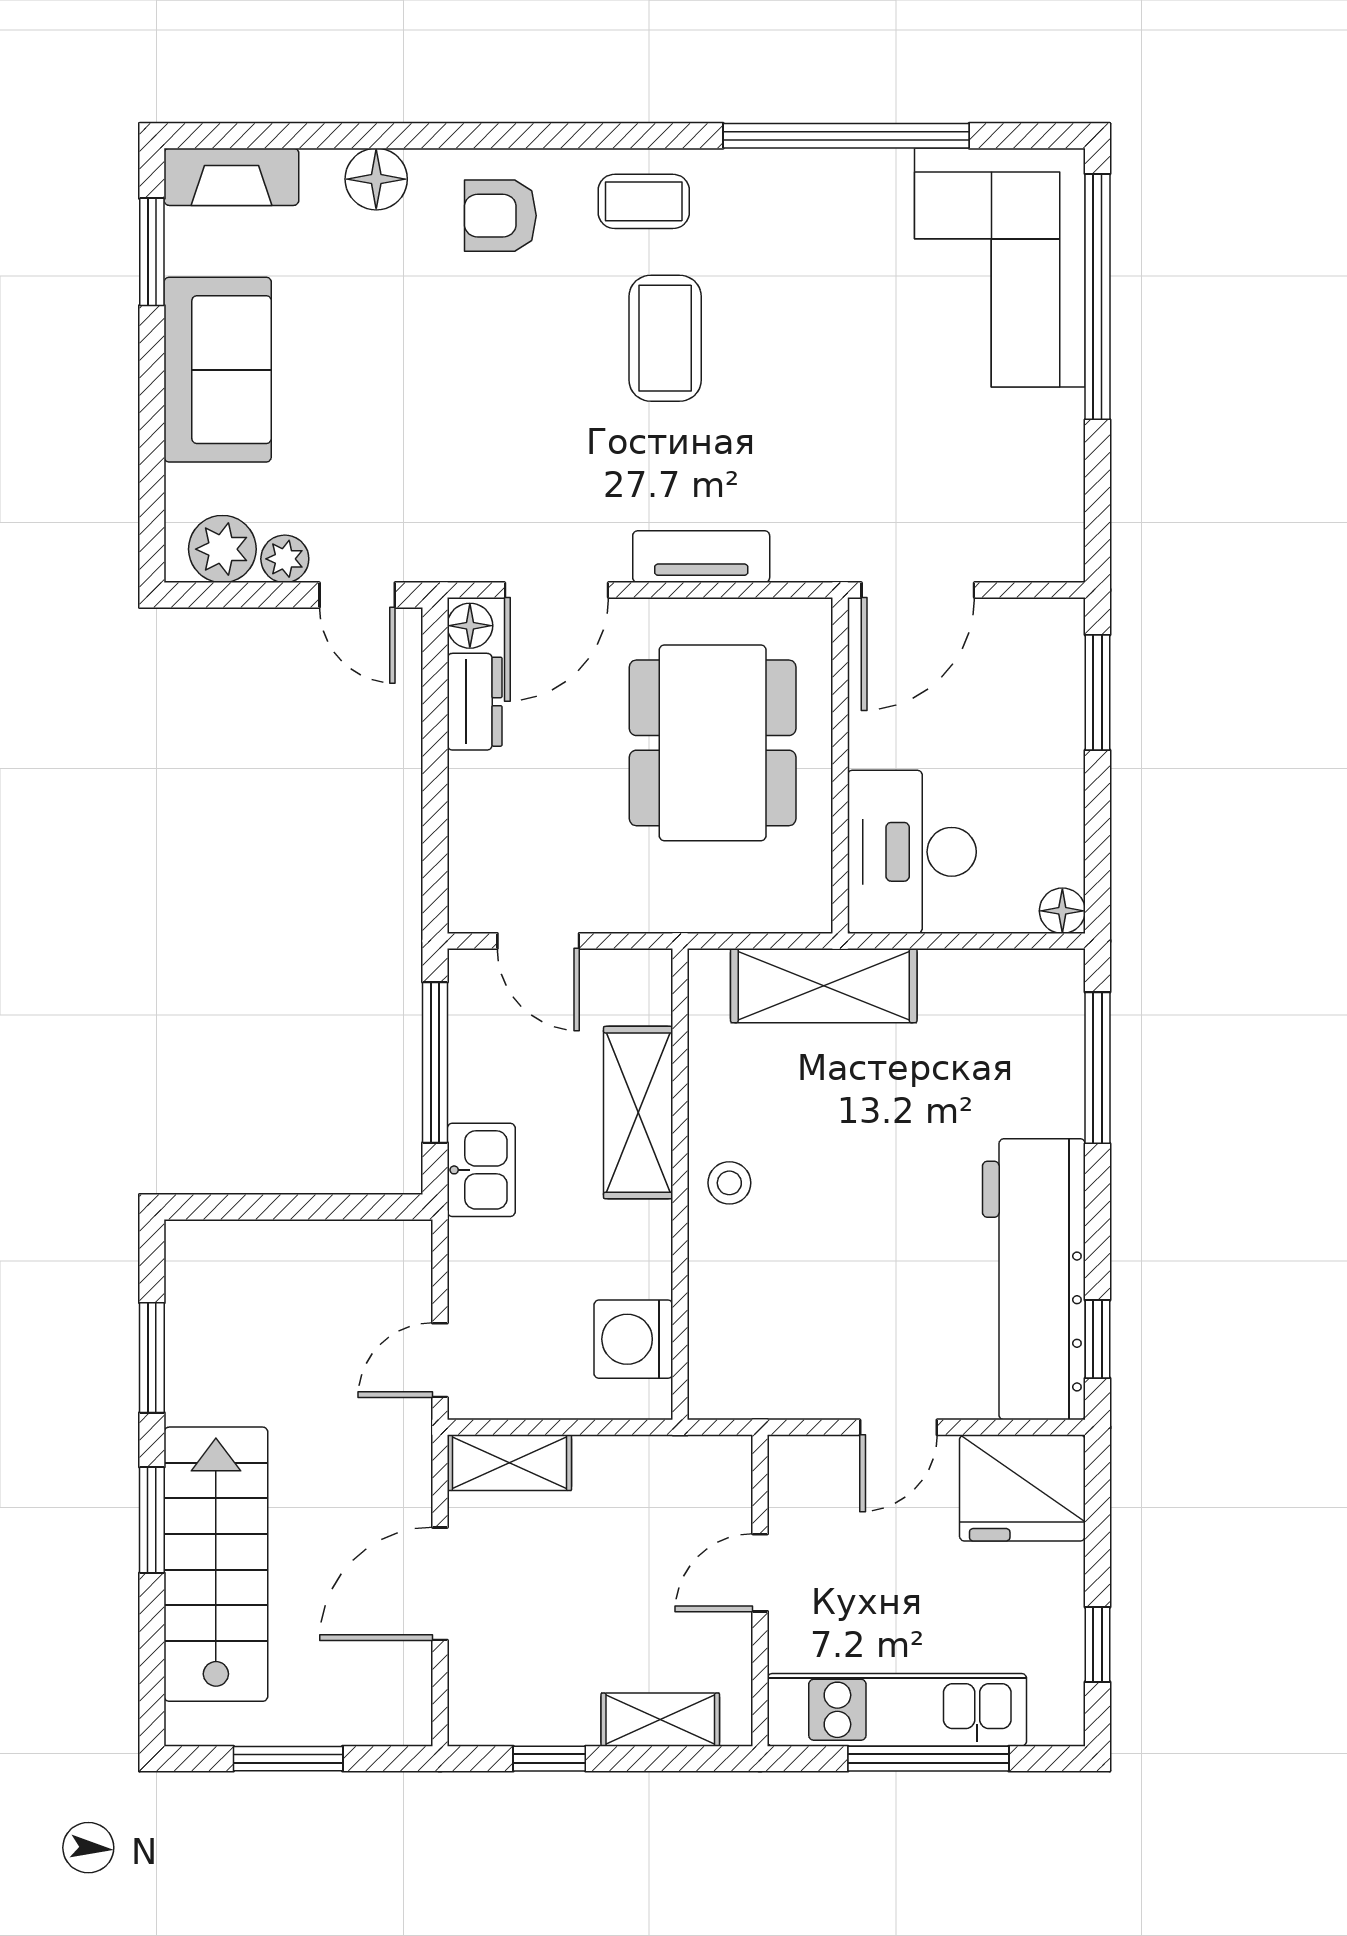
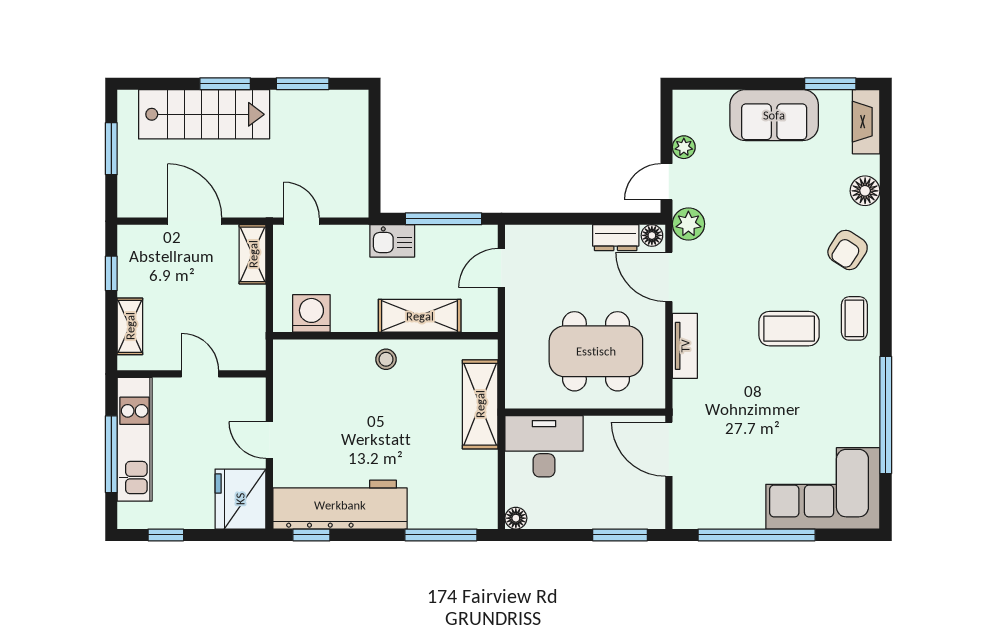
armchair: (500, 216) -> (848, 250), turned -147
window: (1097, 297) -> (757, 535), moved
plant: (222, 549) -> (688, 224), moved

